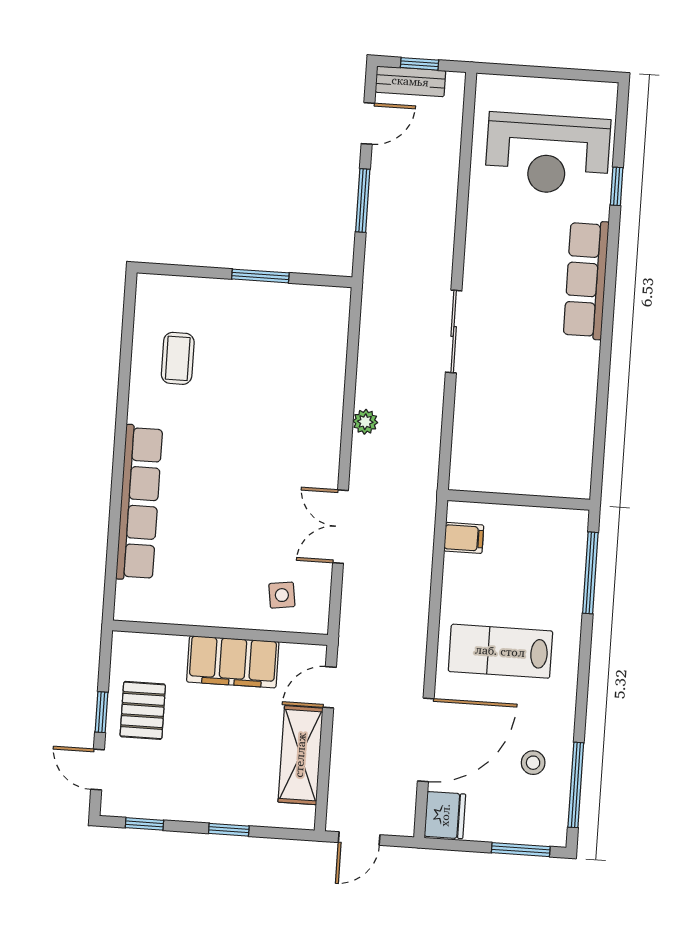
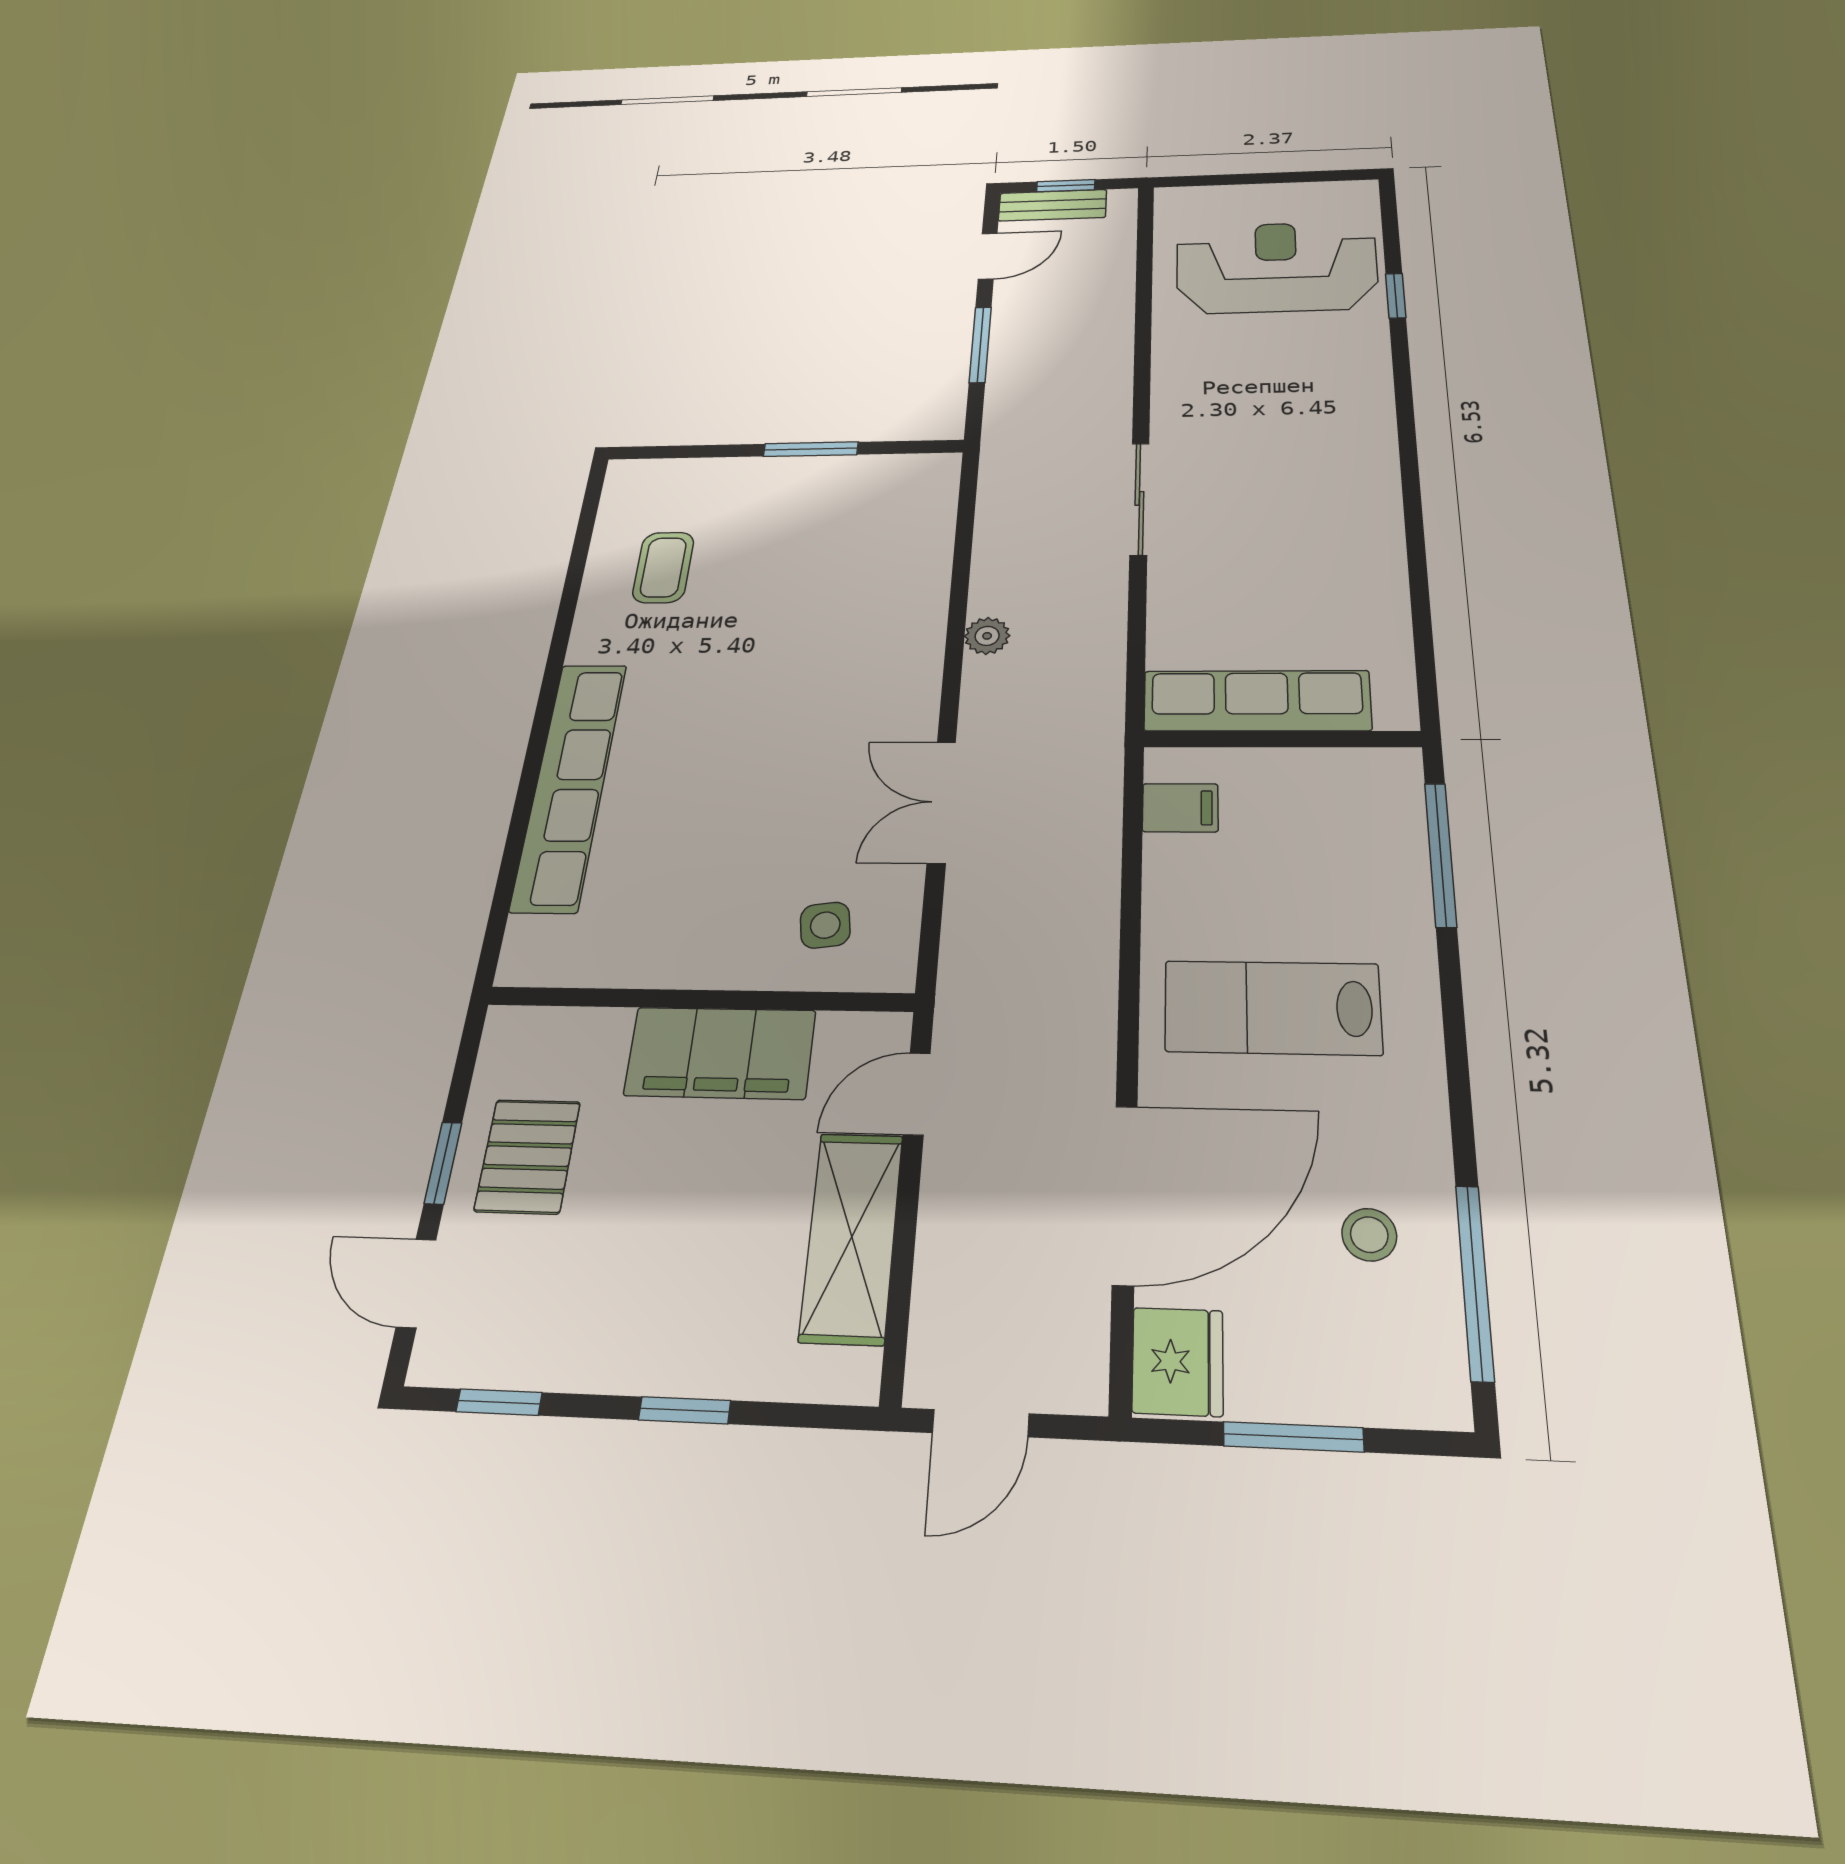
reception desk: (548, 154) -> (1276, 267), turned 180
row of seats: (586, 280) -> (1257, 701), moved, turned 90
window: (521, 850) -> (1293, 1437), moved

